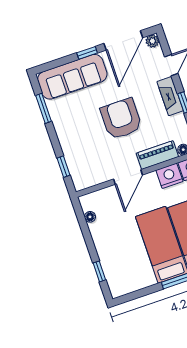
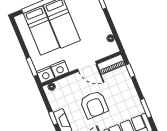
piano: (157, 155) -> (111, 64), moved
door: (128, 177) -> (87, 66), swing flipped

